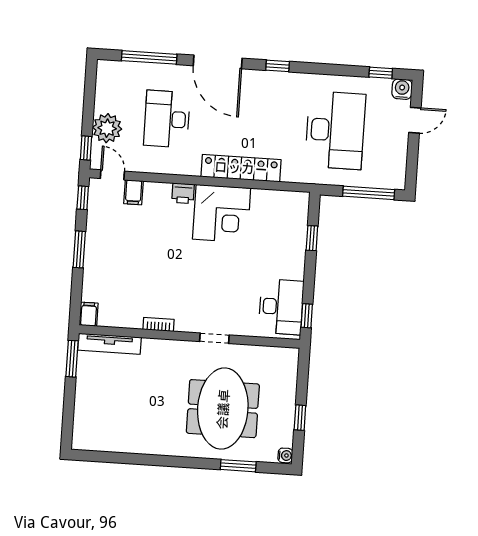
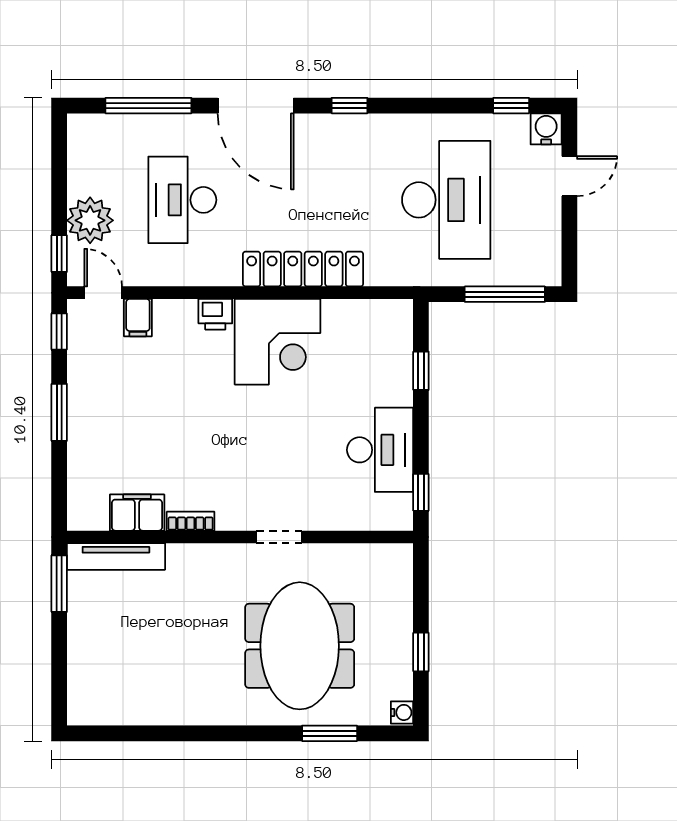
desk: (281, 307) -> (380, 450), moved
filing cabinet: (89, 314) -> (137, 513), moved, width x2.00

